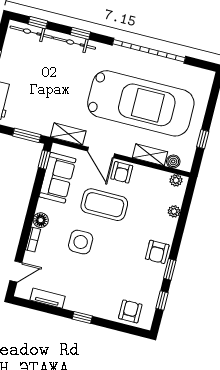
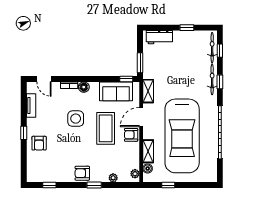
window: (170, 269) -> (94, 185), moved
armchair: (130, 311) -> (39, 143), moved, turned 90

